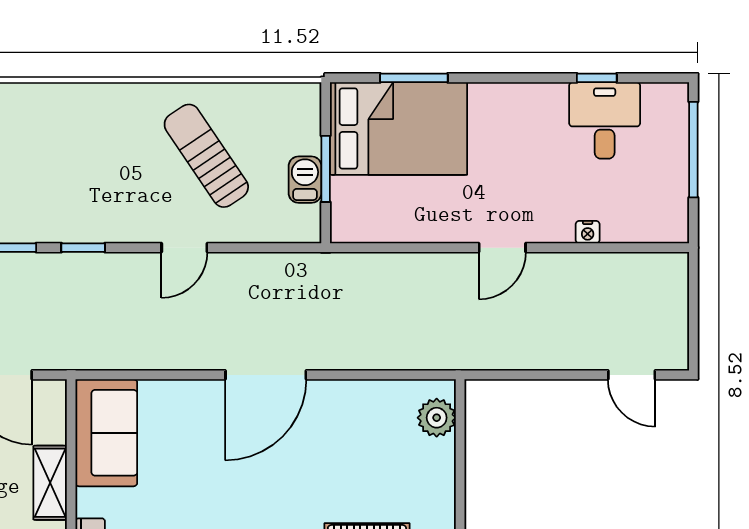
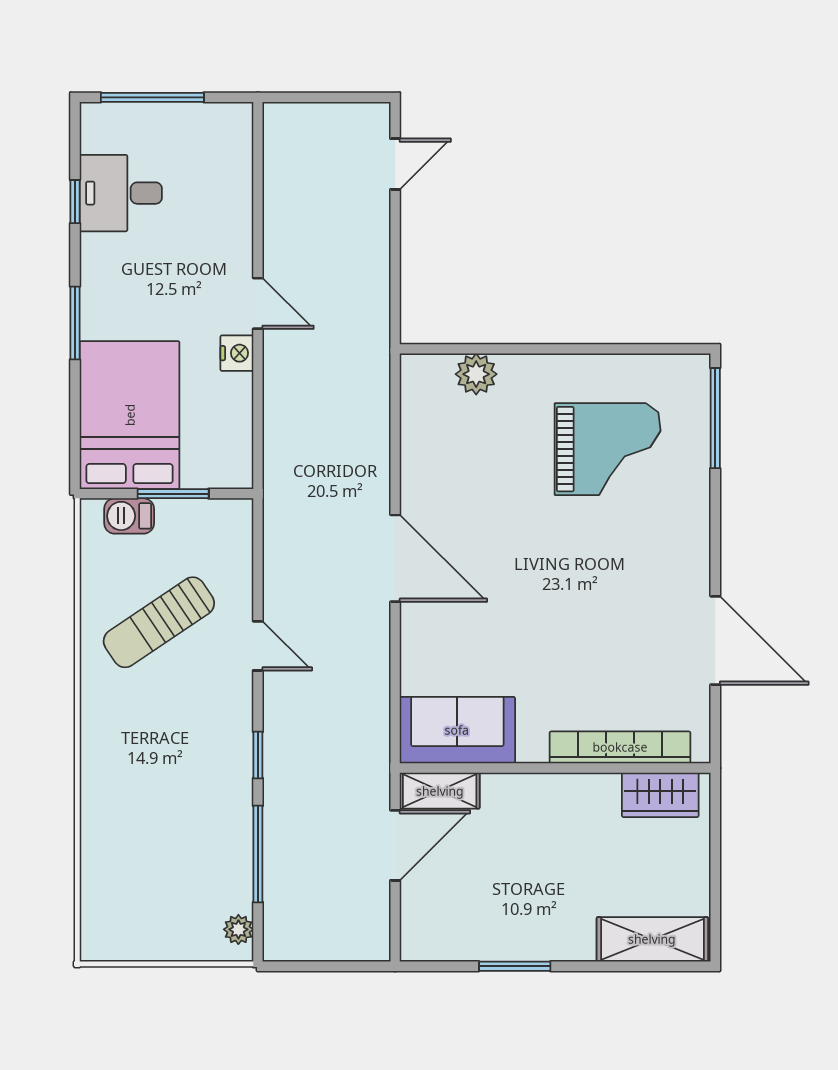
window: (414, 78) -> (75, 323), moved
barbecue: (305, 180) -> (129, 516), moved
nightstand: (588, 232) -> (237, 353), moved, width x1.39, depth x1.35
plant: (437, 418) -> (476, 374), moved
shelving: (50, 483) -> (440, 791), moved

